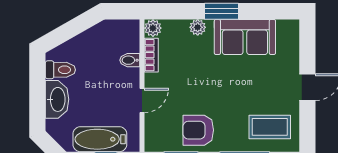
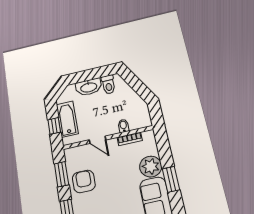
plant: (198, 27) -> (151, 166), width x1.87, depth x1.87
plant: (153, 28) -> (149, 136), removed

